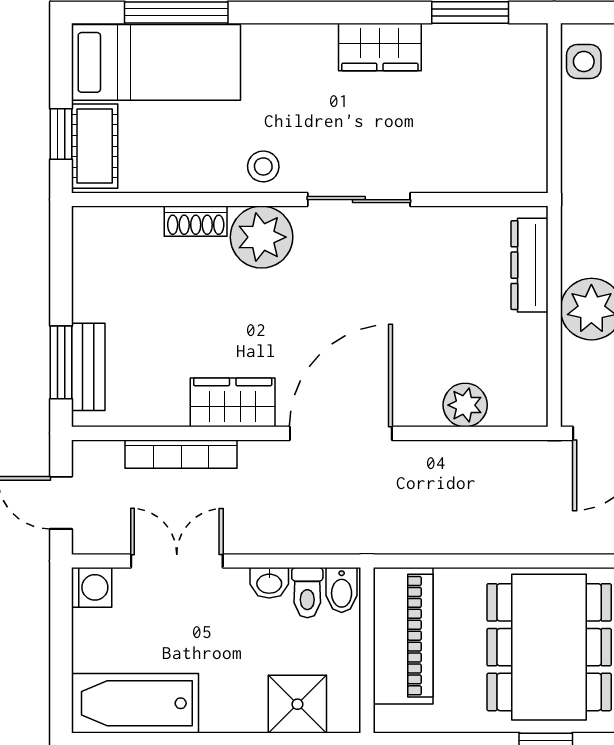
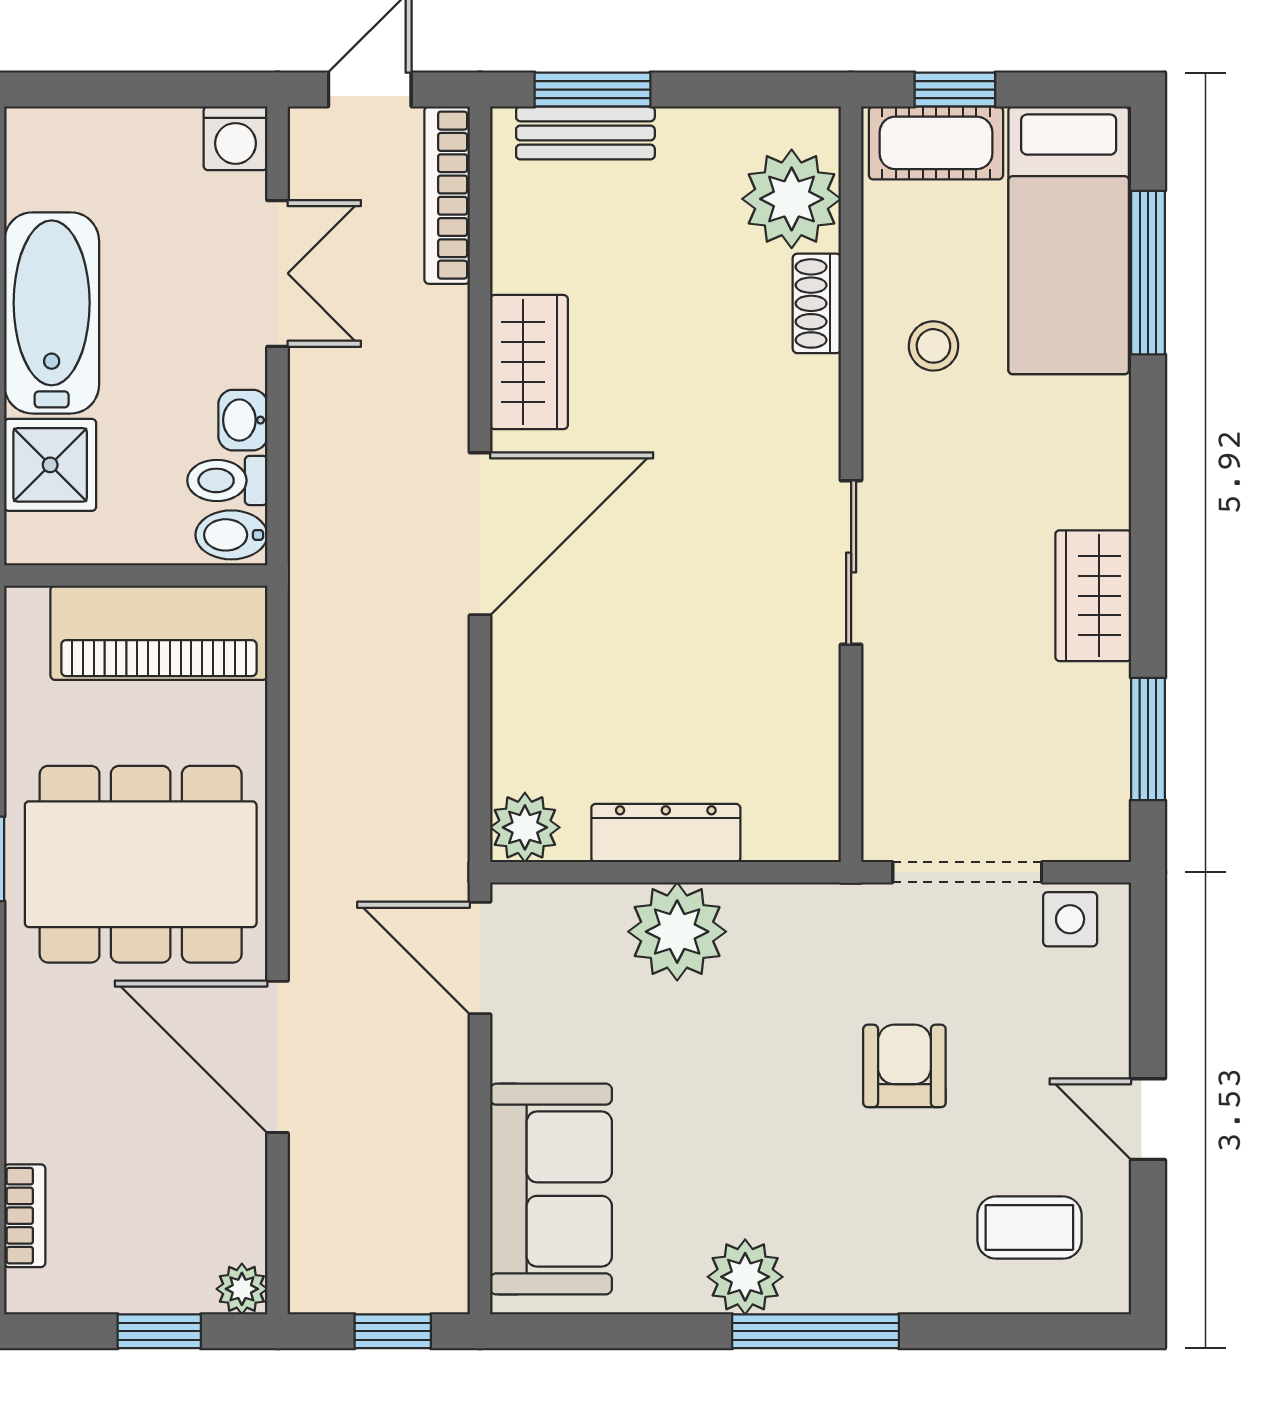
doorway: (554, 126) -> (967, 872), added
stool: (263, 166) -> (933, 346), moved
plant: (262, 237) -> (792, 199), moved
dresser: (529, 265) -> (666, 833), moved
plant: (465, 405) -> (525, 827), moved
door: (341, 433) -> (480, 534), hinge flipped
bookcase: (181, 454) -> (447, 195), moved
bathtub: (135, 703) -> (52, 313), moved

